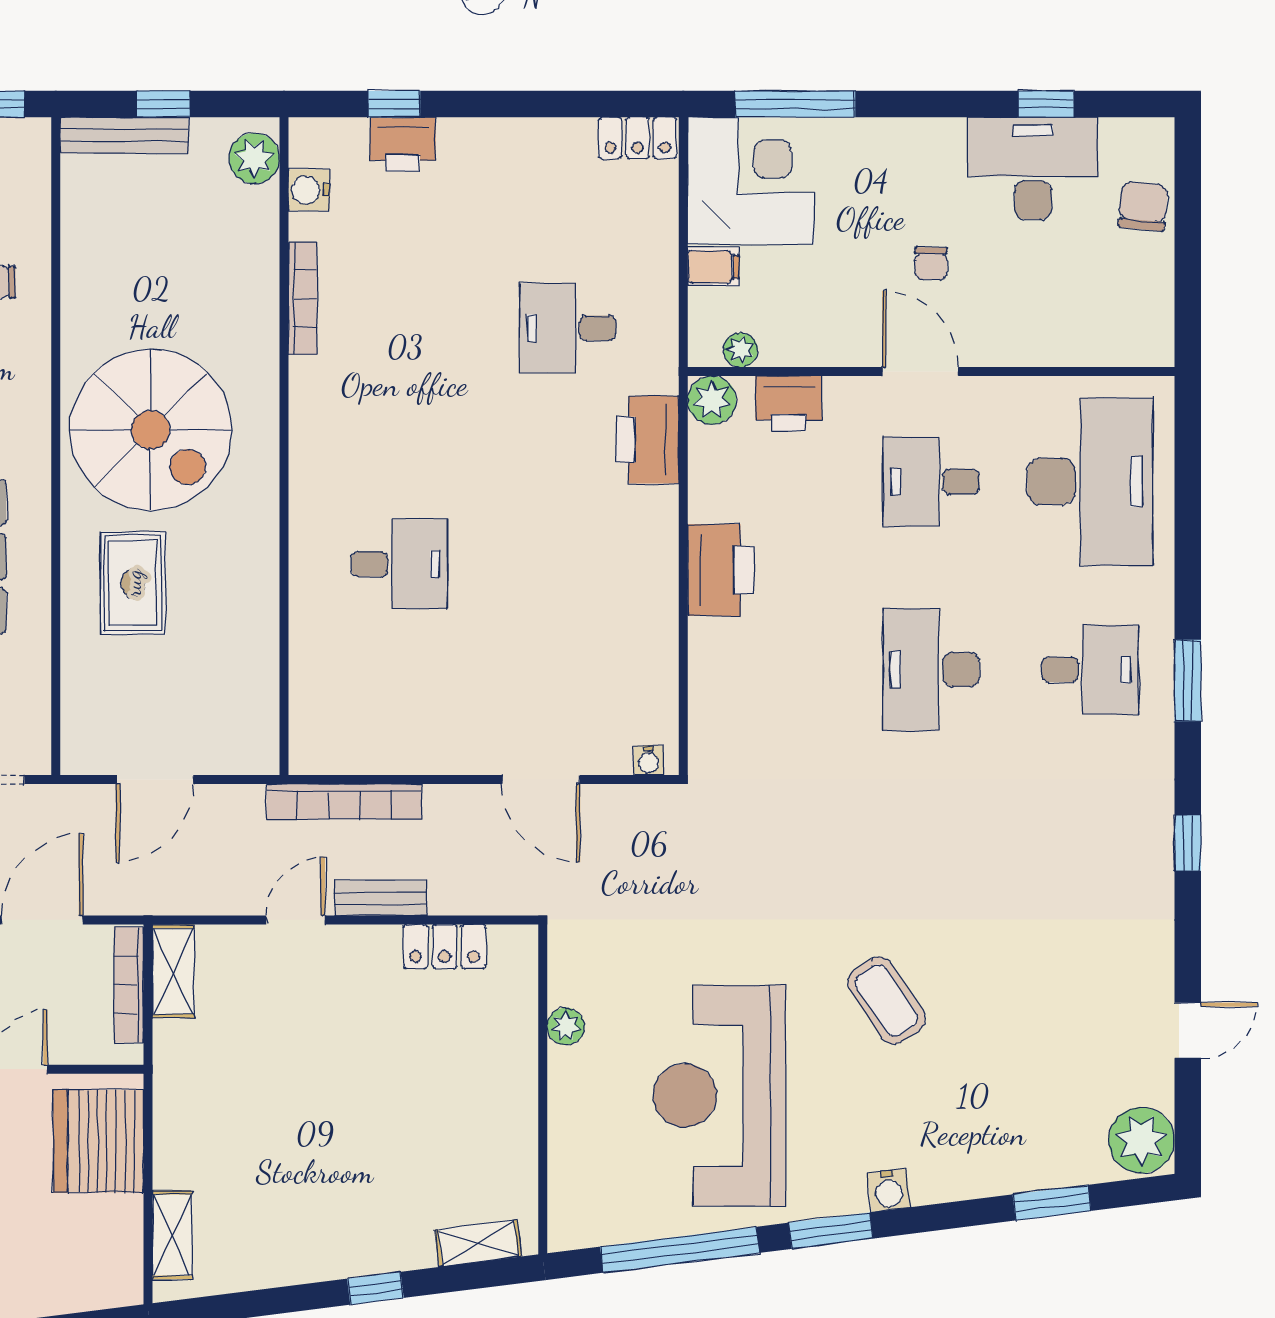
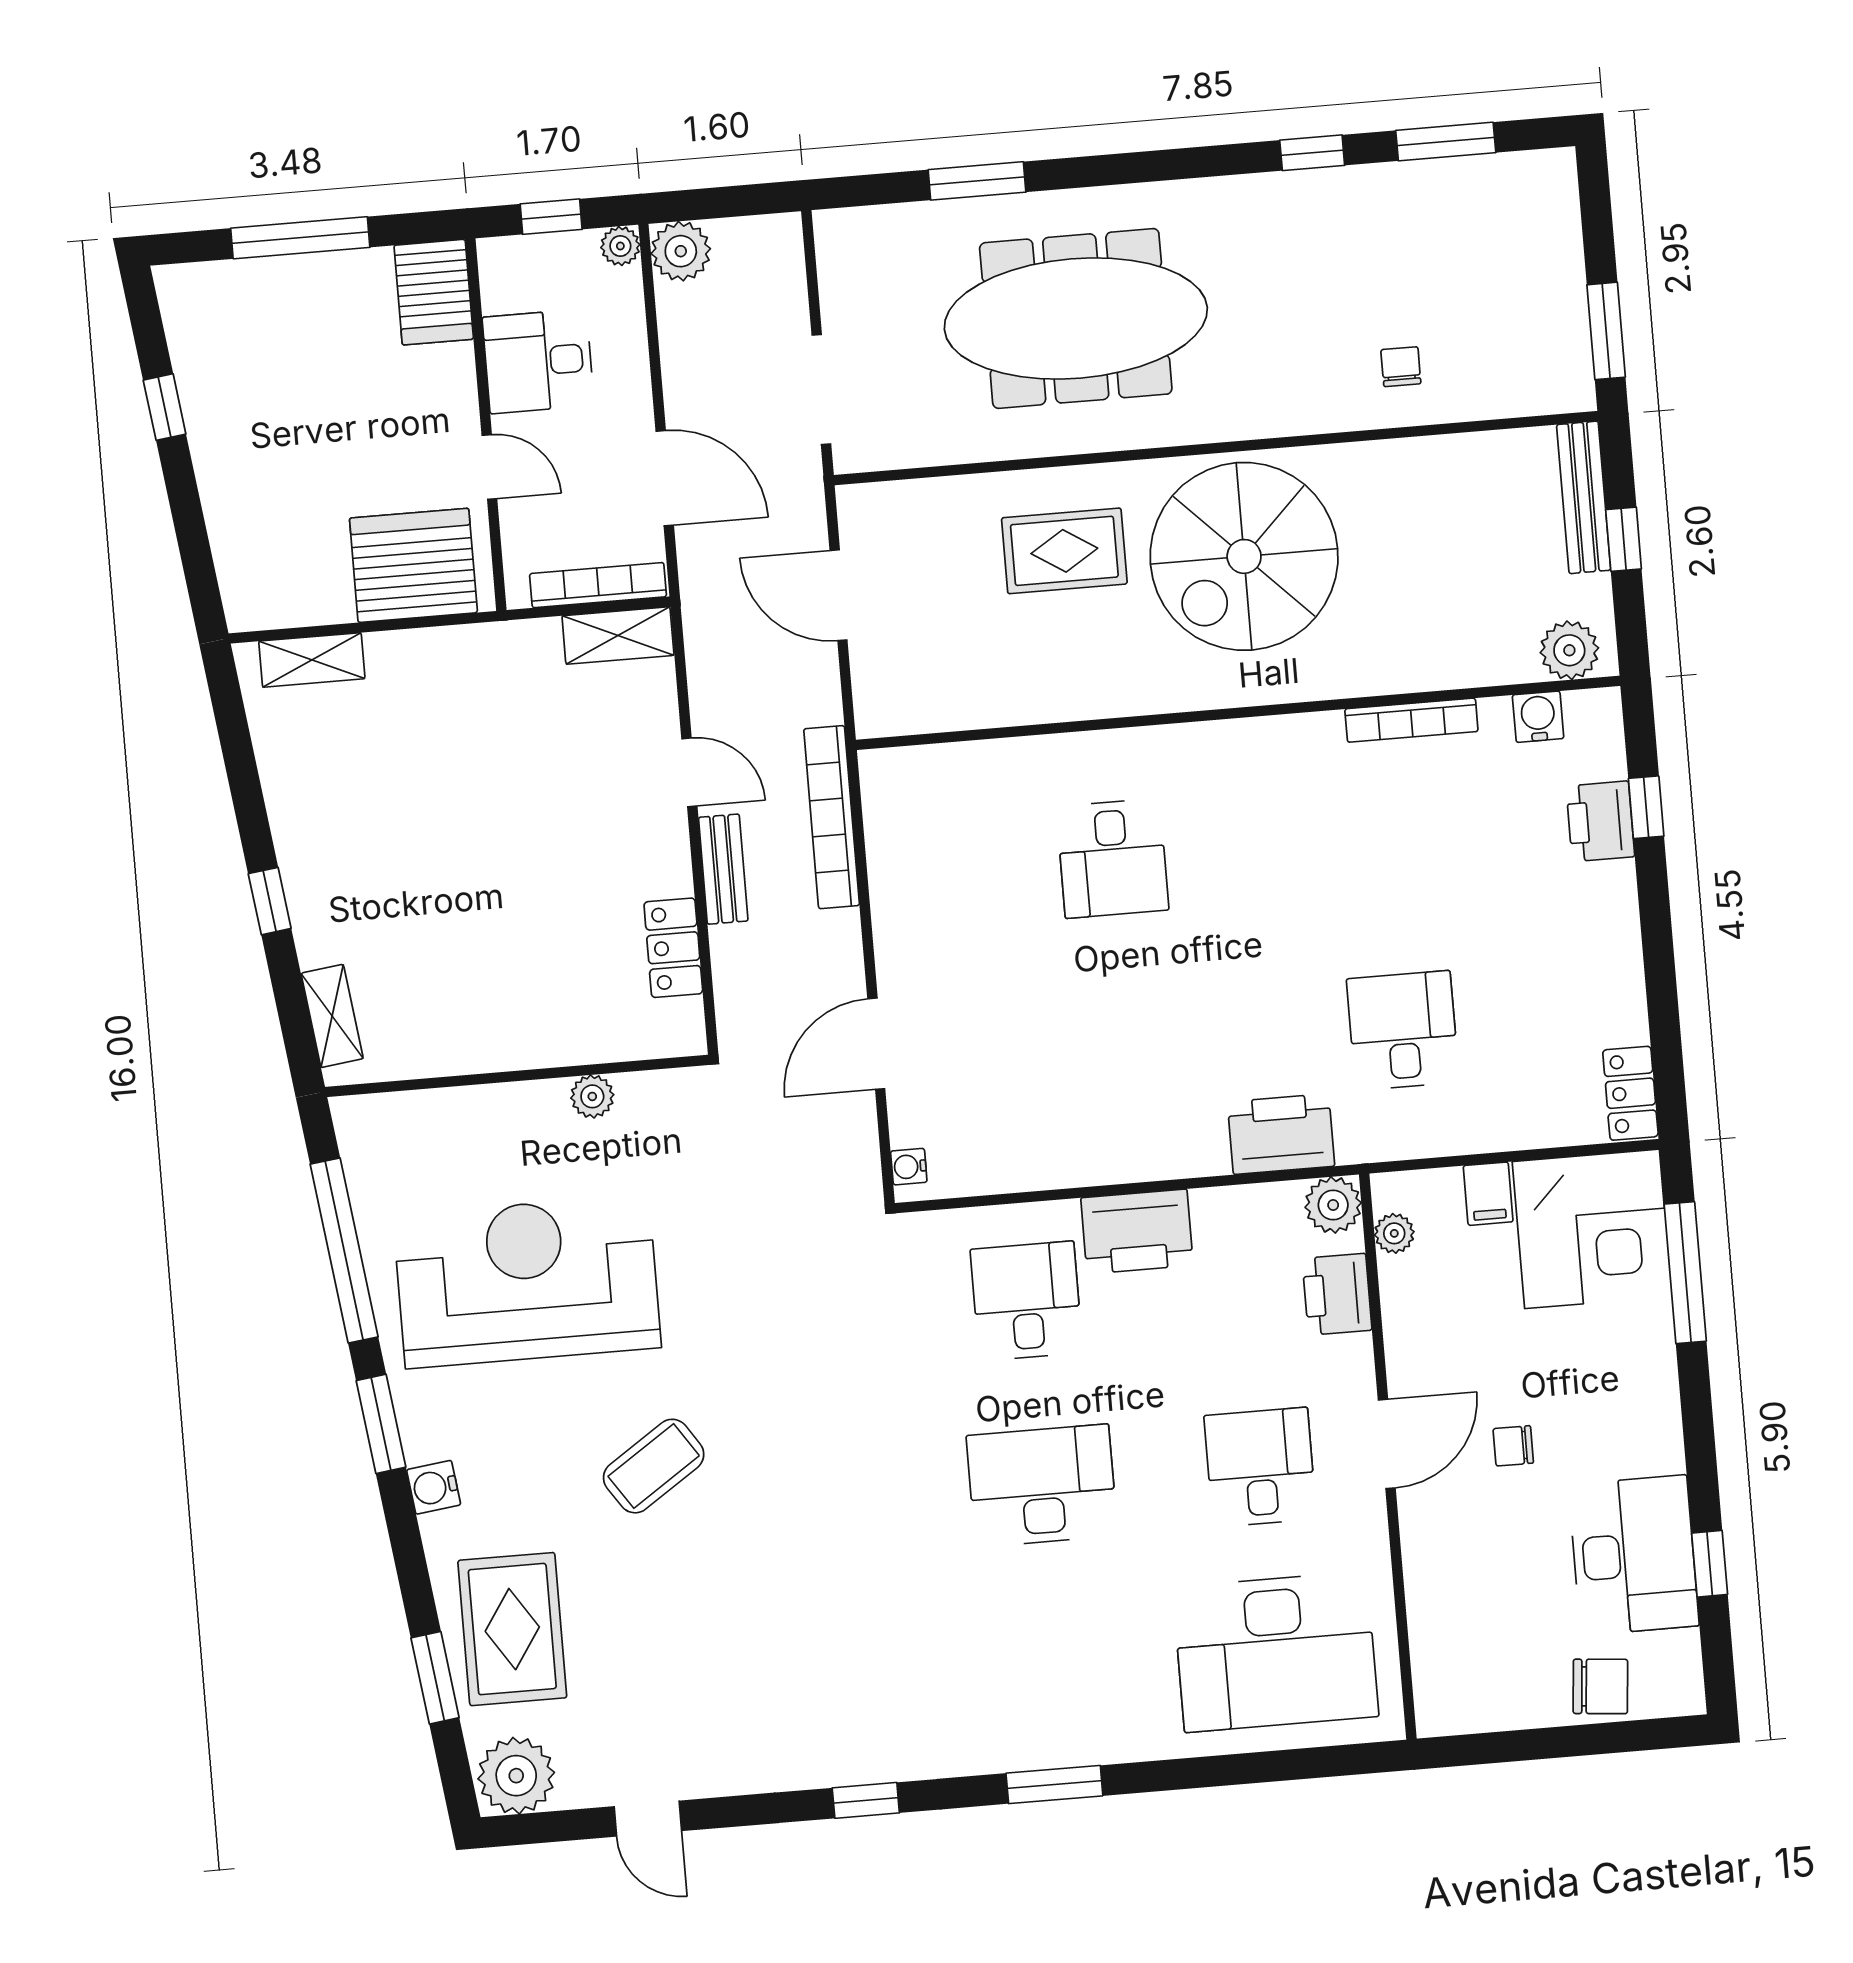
desk: (1090, 670) -> (1026, 1301), moved, turned 180
rug: (1016, 1133) -> (512, 1629), added

